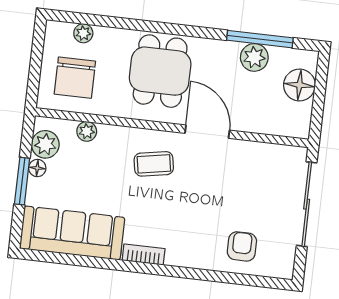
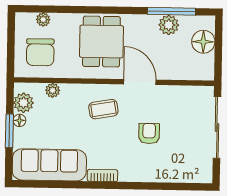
armchair: (242, 246) -> (149, 134), moved

